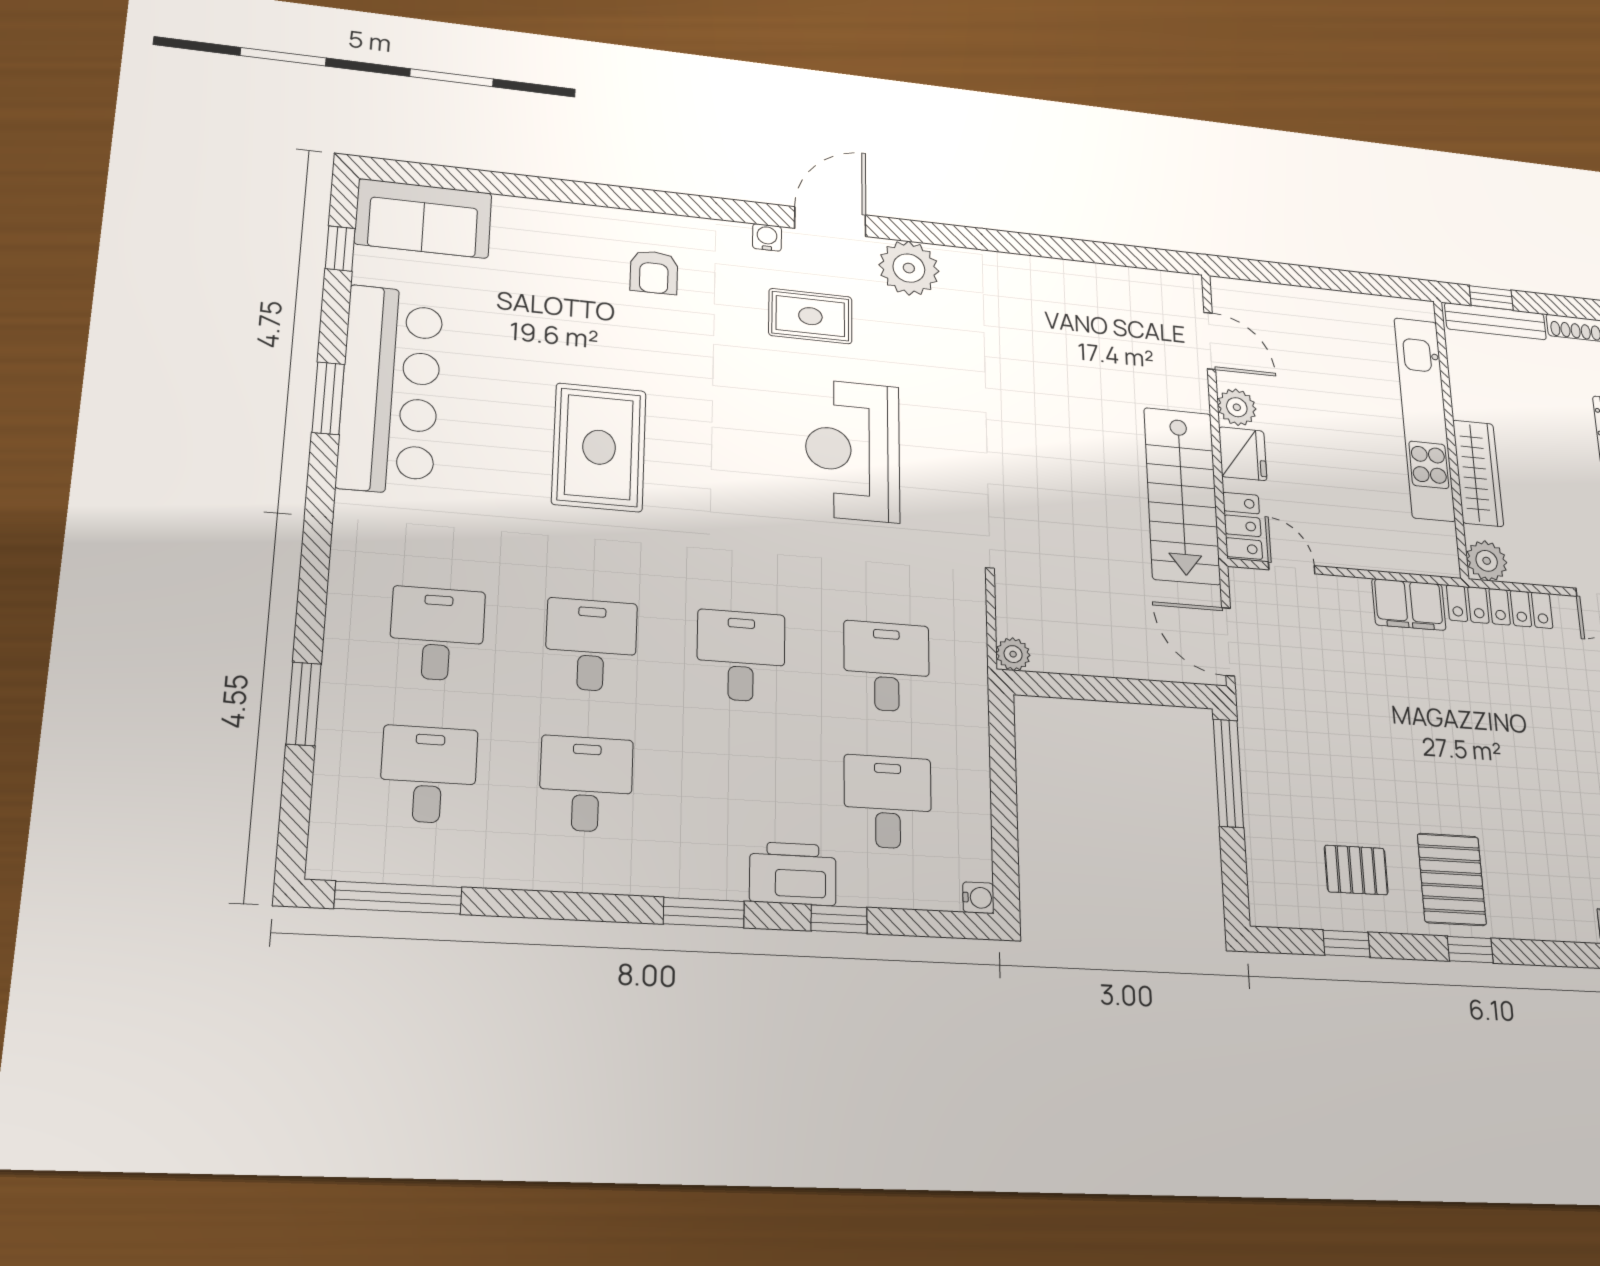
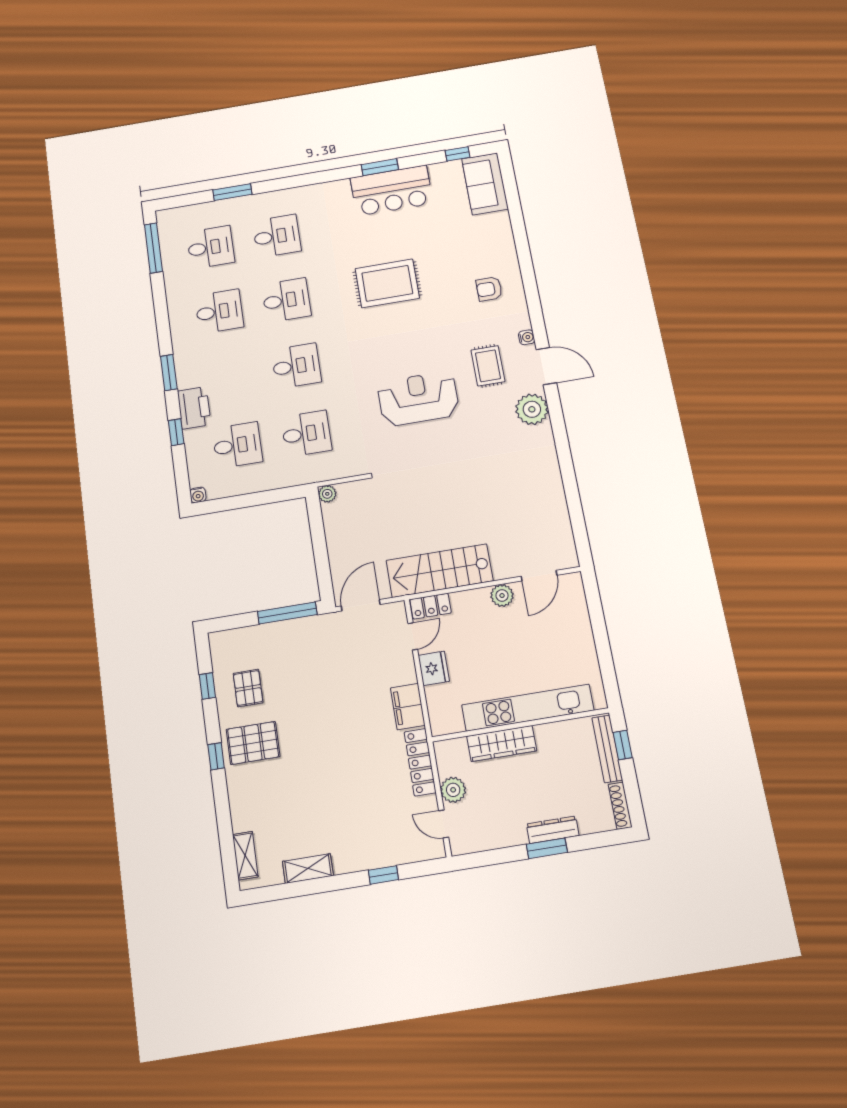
bar counter: (390, 389) -> (392, 191), width x0.73
fridge: (1243, 454) -> (434, 668), moved, turned -90
plant: (1487, 561) -> (453, 790), moved

